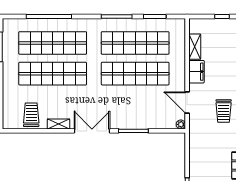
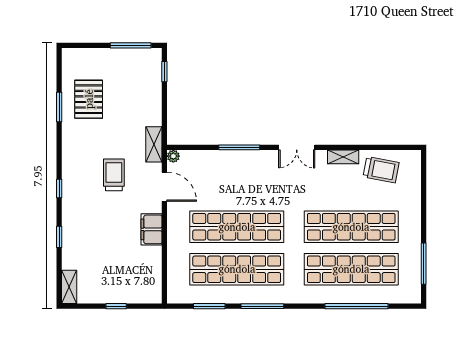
shelving: (195, 47) -> (154, 144), moved
trolley: (31, 115) -> (381, 170), turned -79
double door: (92, 131) -> (297, 147), width x0.73

